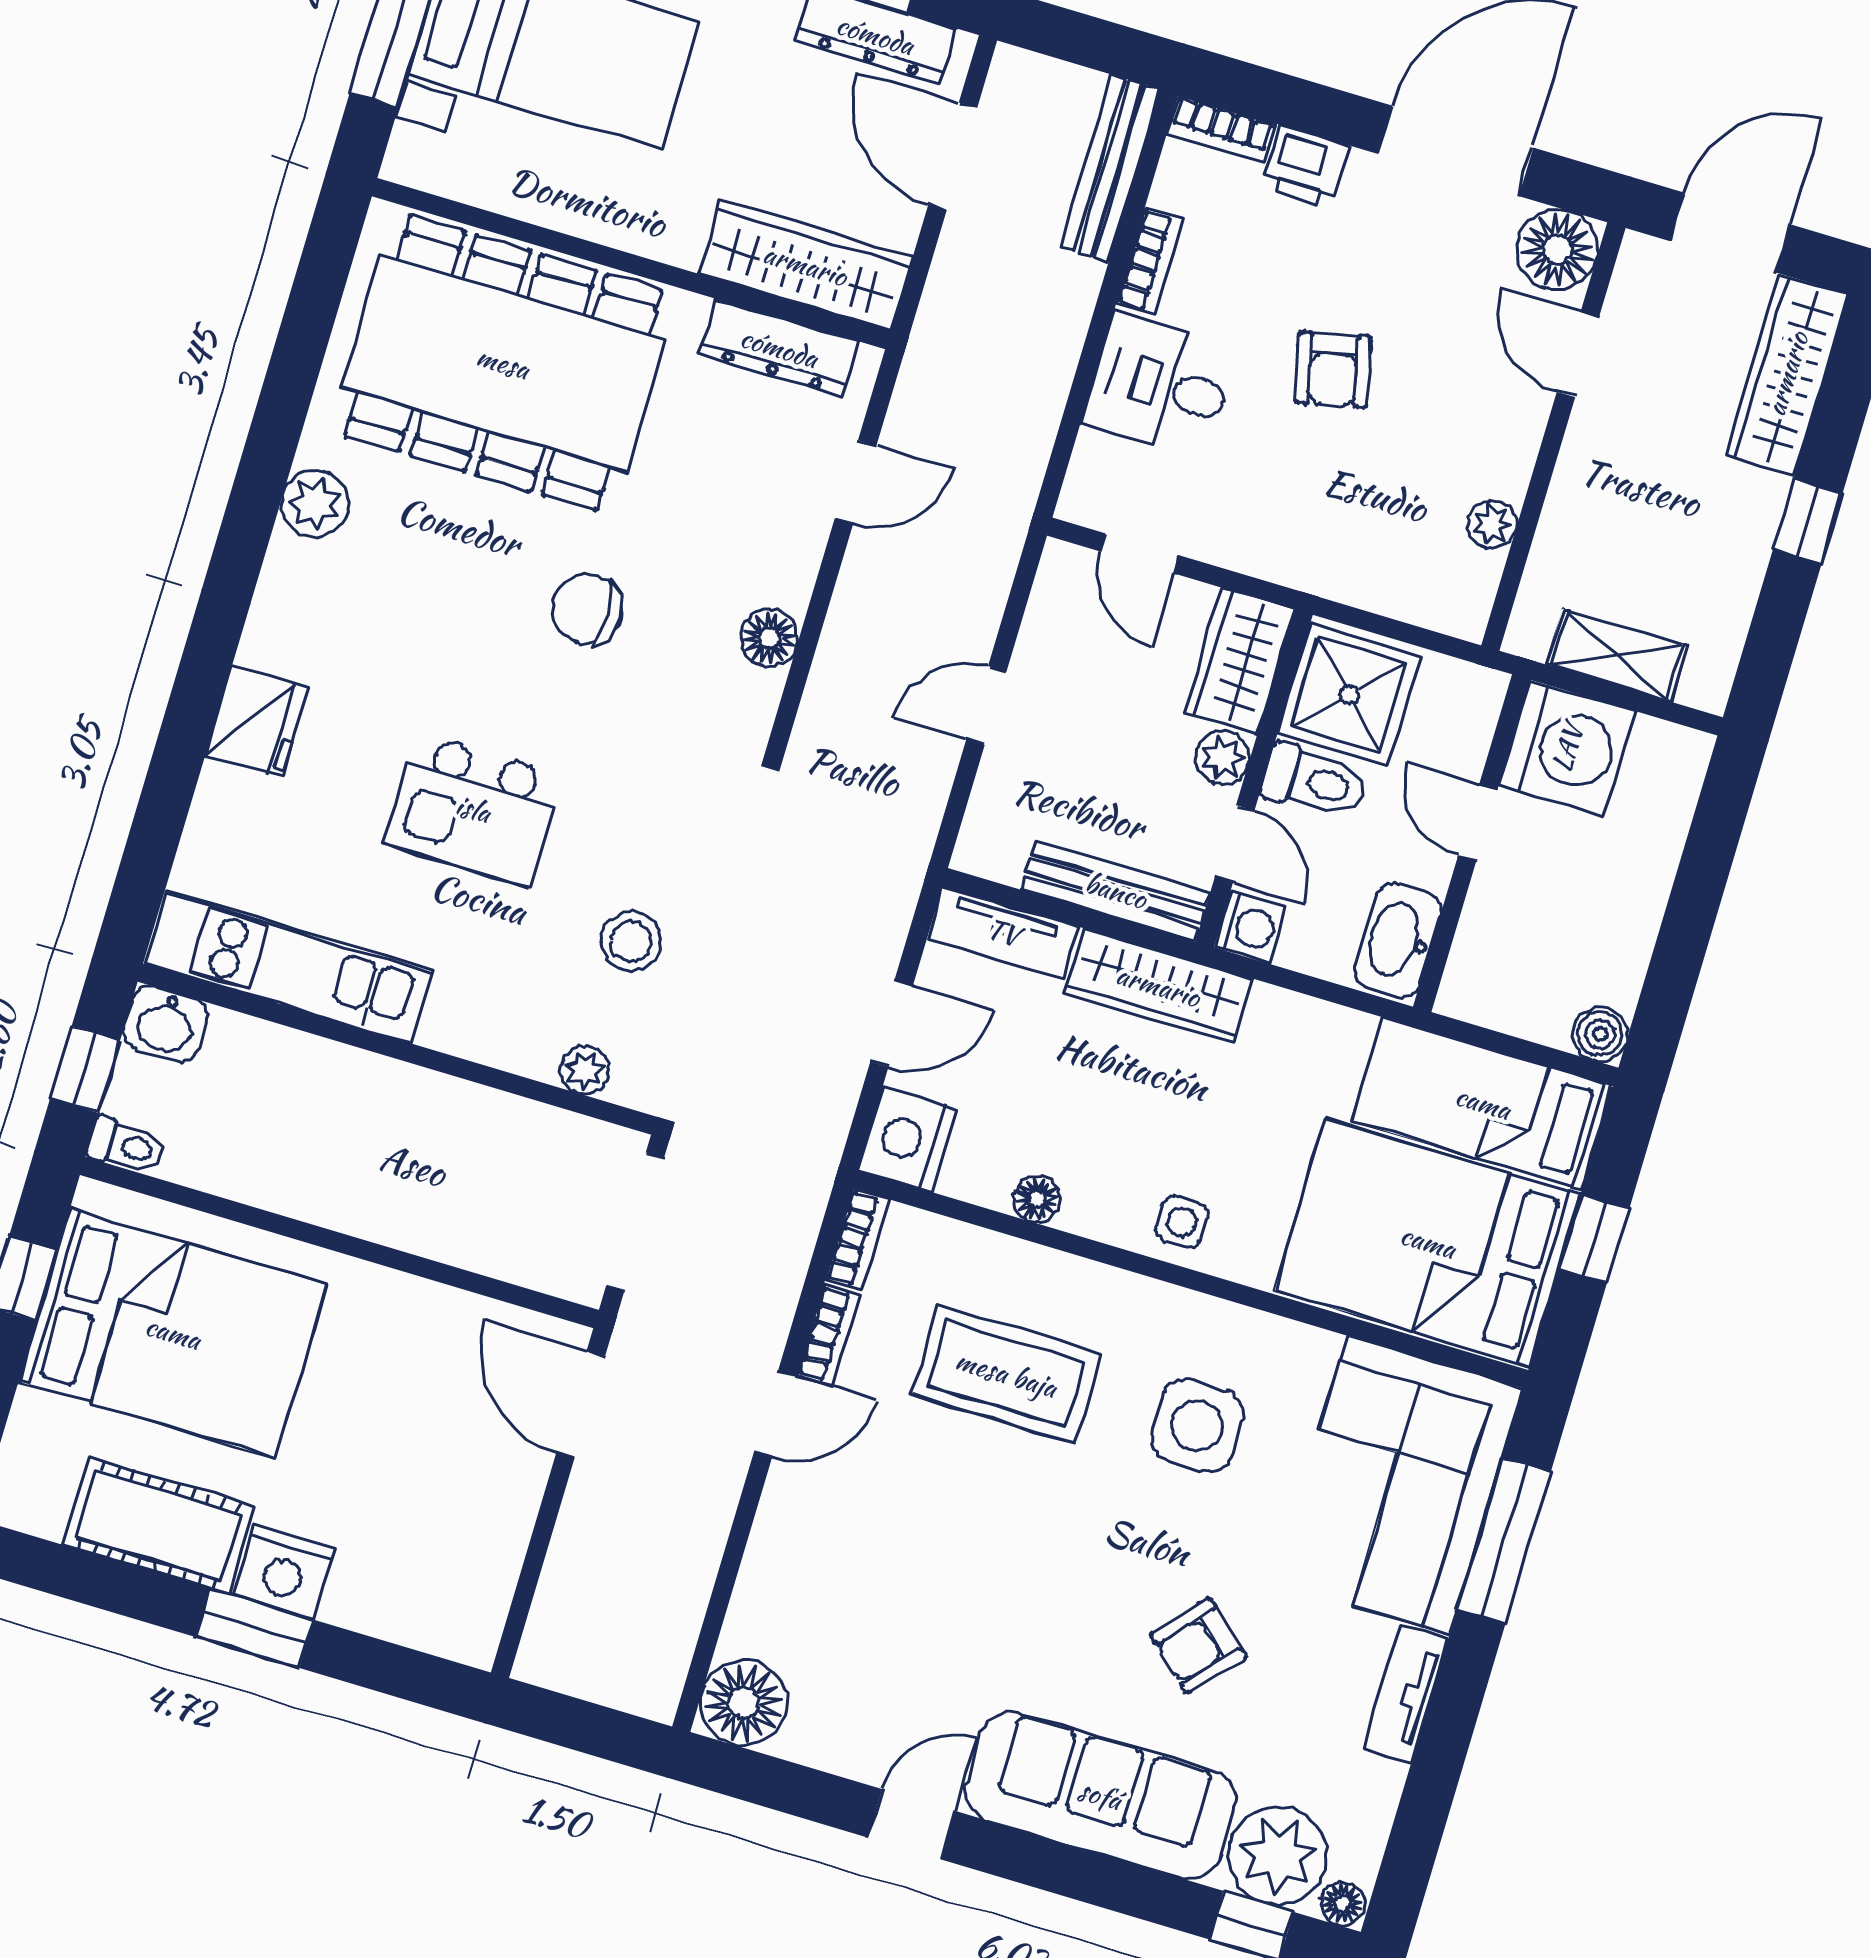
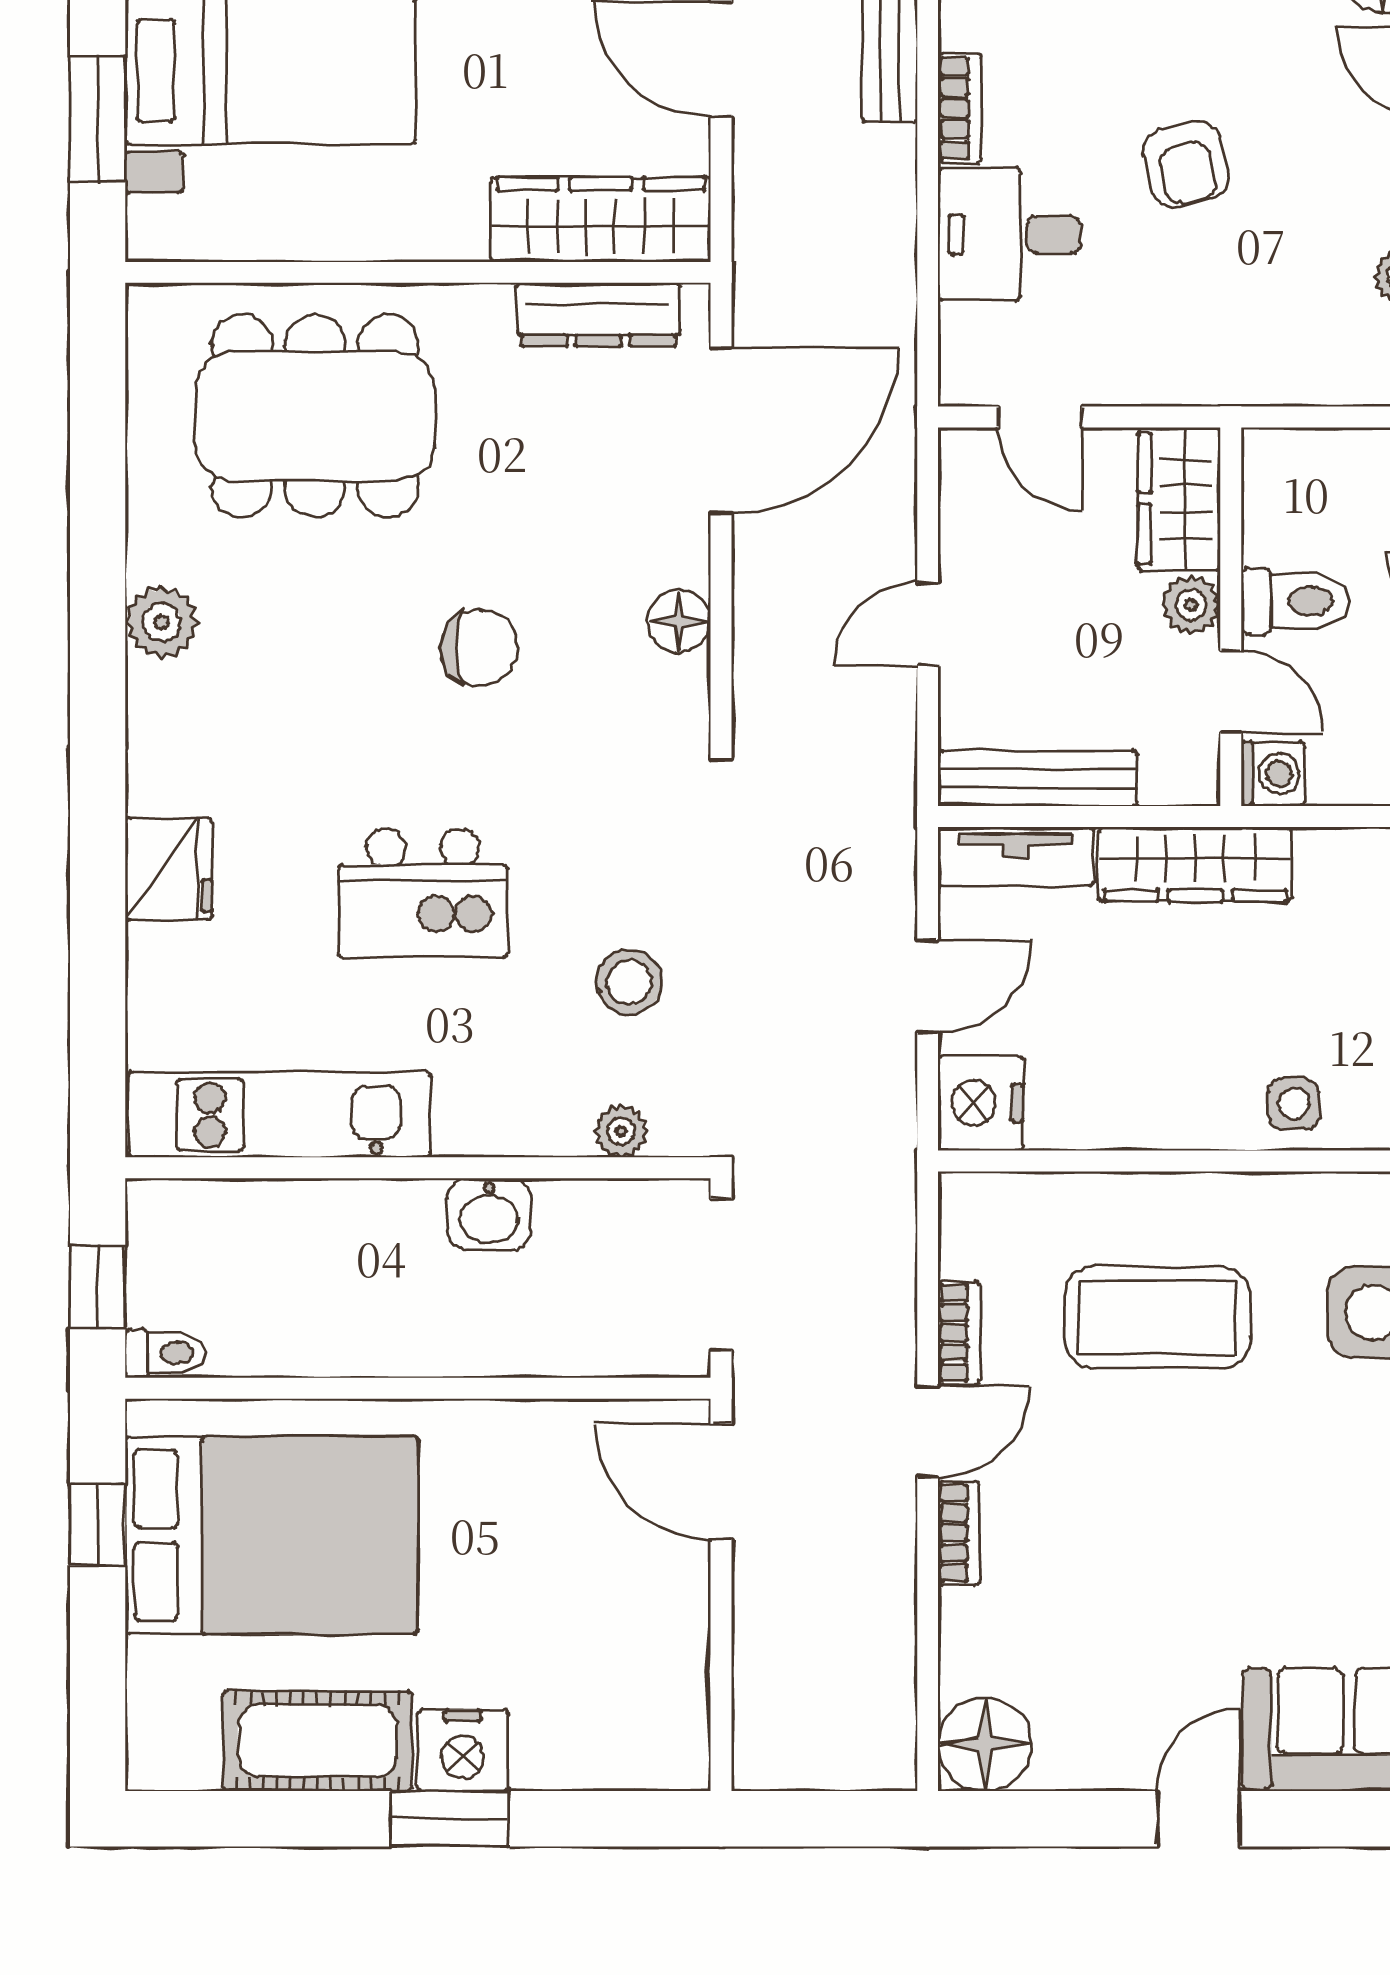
dining table: (503, 363) -> (315, 416), width x0.73, depth x0.80
door: (856, 482) -> (721, 431), width x1.87
chair: (587, 609) -> (479, 648), turned 180
shower: (1349, 695) -> (1304, 500), removed
bench: (1116, 891) -> (1037, 778), moved
washbasin: (165, 1024) -> (489, 1214), moved
floor lamp: (1037, 1199) -> (1135, 1125), removed
bookcase: (857, 1239) -> (959, 1533), moved

